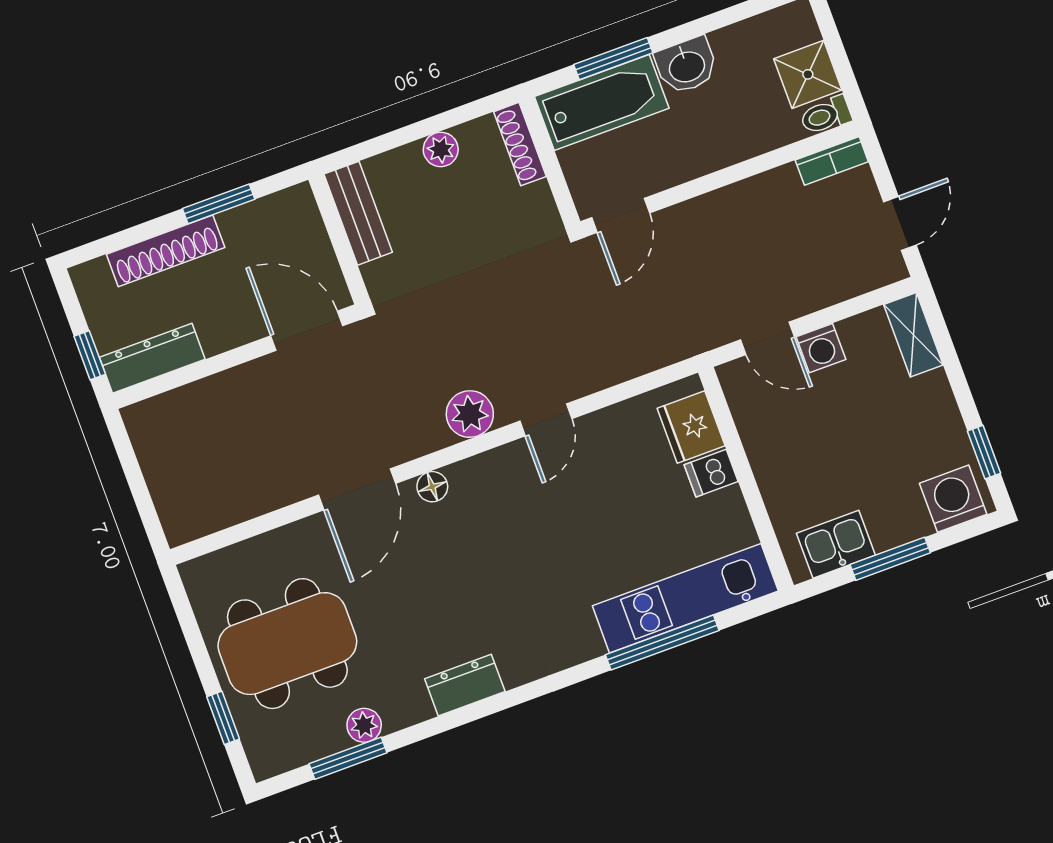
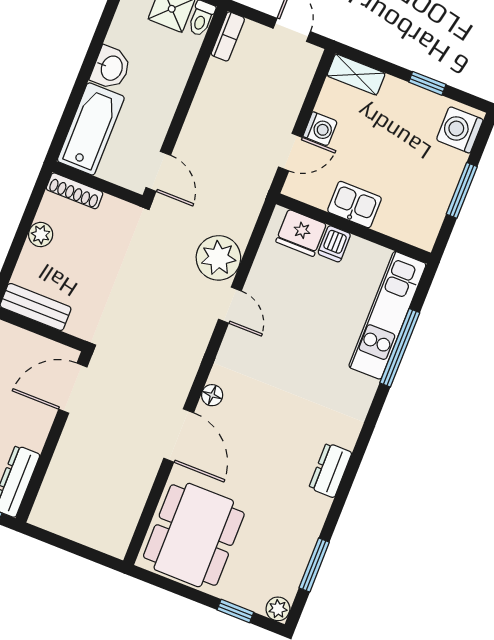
window: (613, 59) -> (73, 103), removed
plant: (470, 414) -> (218, 258), moved, width x1.36, depth x1.36
window: (984, 452) -> (427, 83), moved
kitchen sink: (836, 544) -> (354, 205), moved, turned 90
dining table: (287, 644) -> (194, 535), moved
plant: (364, 725) -> (278, 609), moved

